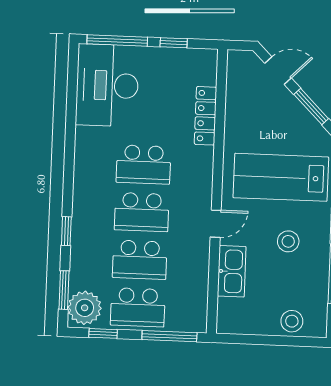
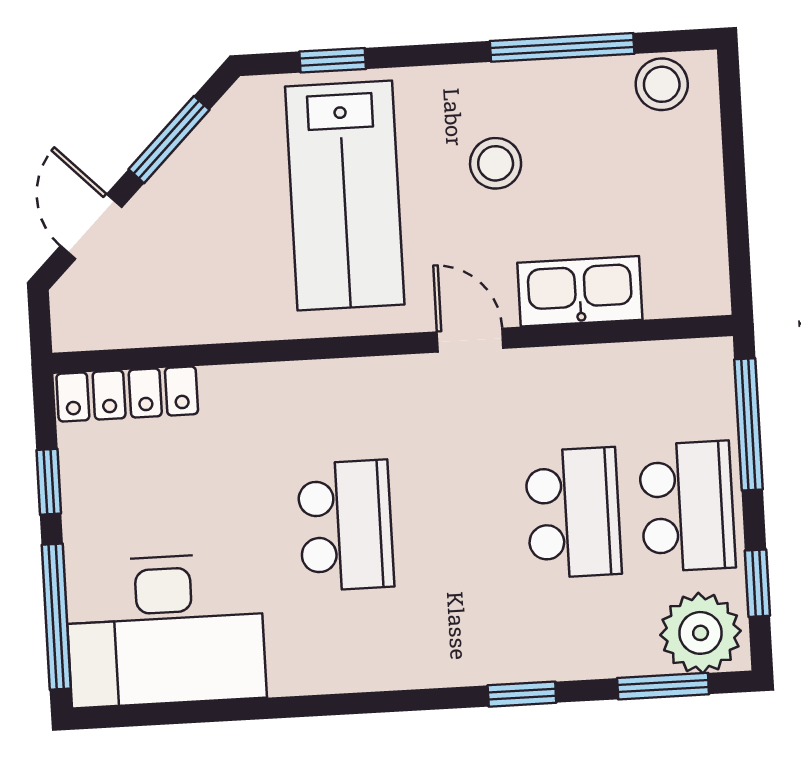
locker: (206, 116) -> (127, 394), moved
school desk: (142, 212) -> (459, 519), removed
stool: (292, 321) -> (662, 84), moved

